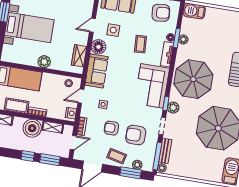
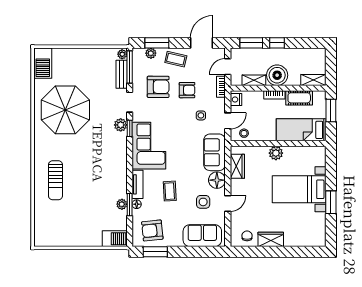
parasol: (193, 79) -> (103, 161), removed

